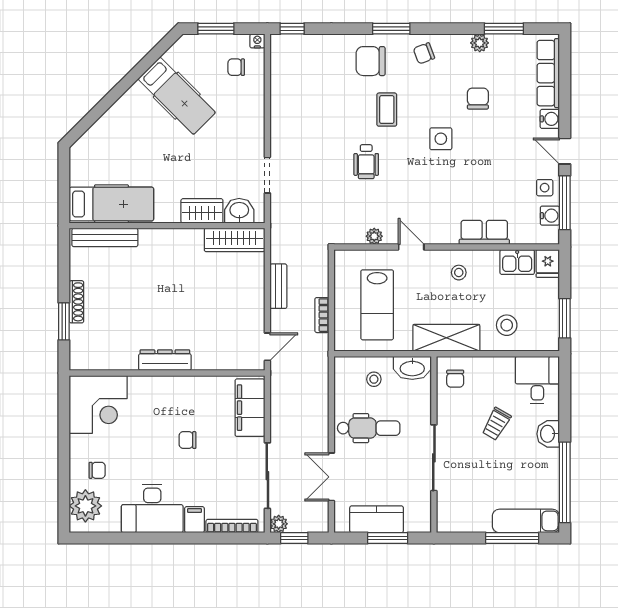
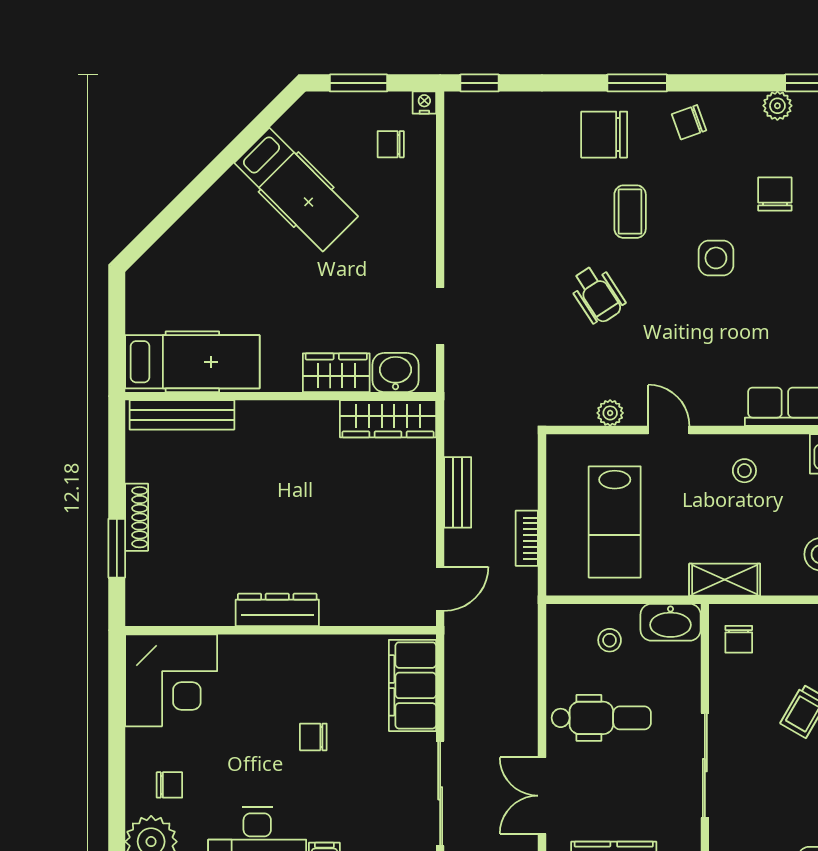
wheelchair: (366, 162) -> (597, 294), turned -33
shelving: (446, 338) -> (725, 580), width x0.67, depth x0.75

